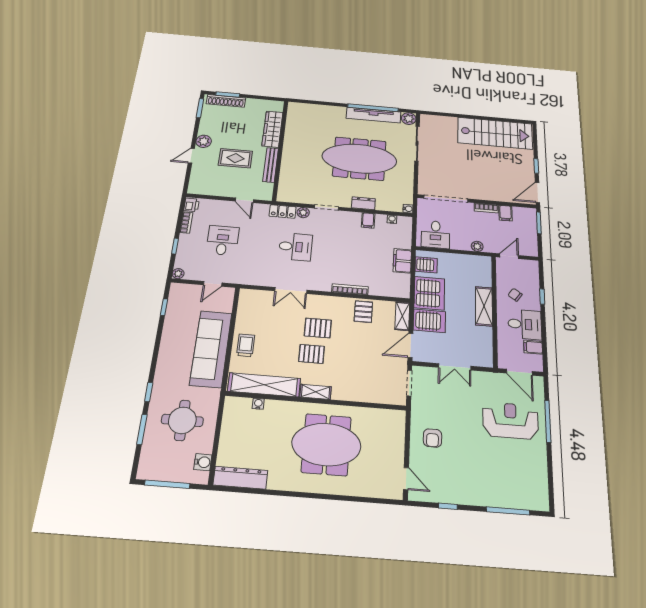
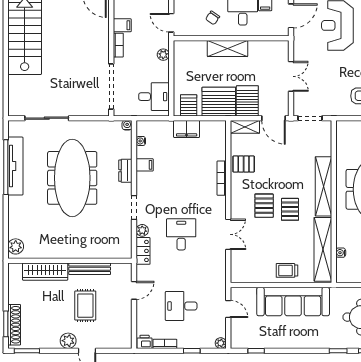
plant: (409, 119) -> (16, 246), moved
shelving: (316, 392) -> (324, 186), width x2.20, depth x1.33

